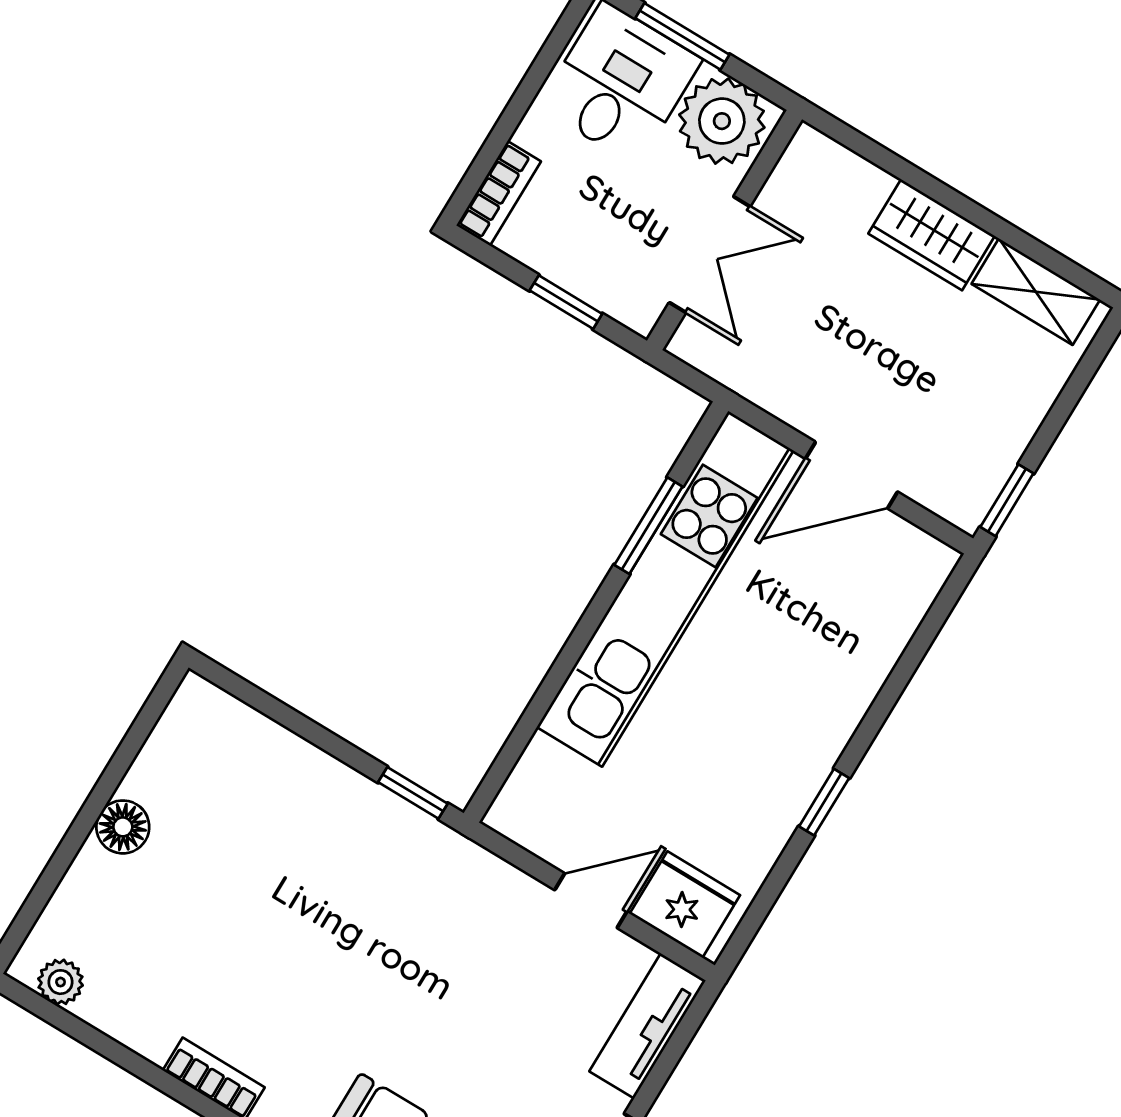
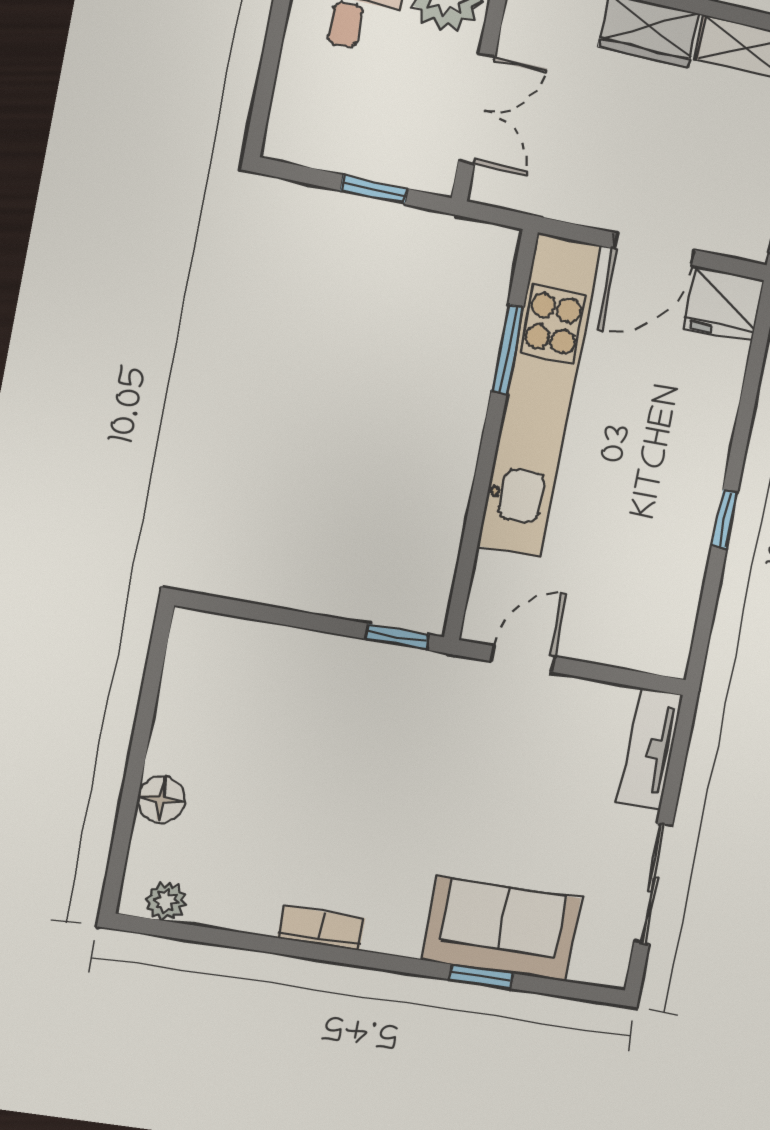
bookcase: (499, 193) -> (285, 118), removed
floor lamp: (123, 827) -> (161, 799), moved
door: (591, 901) -> (522, 659), moved
fridge: (685, 904) -> (724, 303), moved, turned 180

